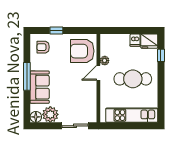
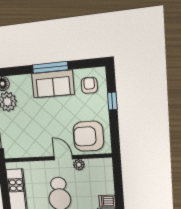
armchair: (82, 51) -> (88, 136), turned -90
sofa: (40, 87) -> (53, 84), moved

